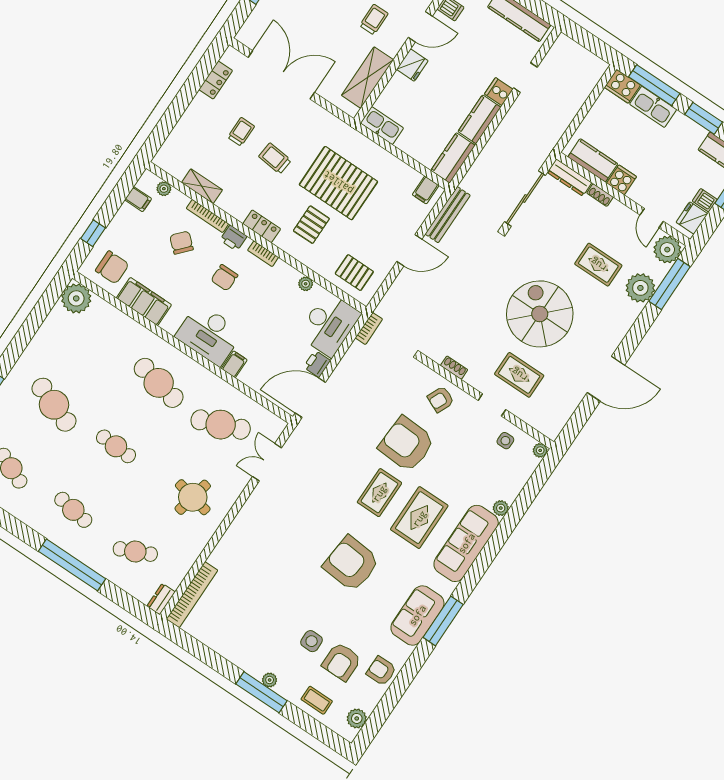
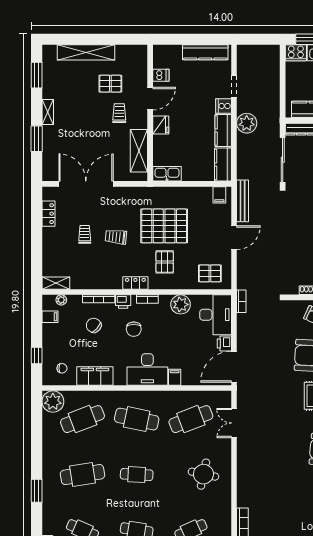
plant: (512, 129) -> (247, 123), added
shelving: (202, 186) -> (56, 283), moved
chair: (112, 267) -> (62, 368), width x0.54, depth x0.54
plant: (306, 284) -> (181, 304), width x1.88, depth x1.88
cafe table: (97, 341) -> (82, 419), added
cafe table: (54, 405) -> (82, 475), turned -30

